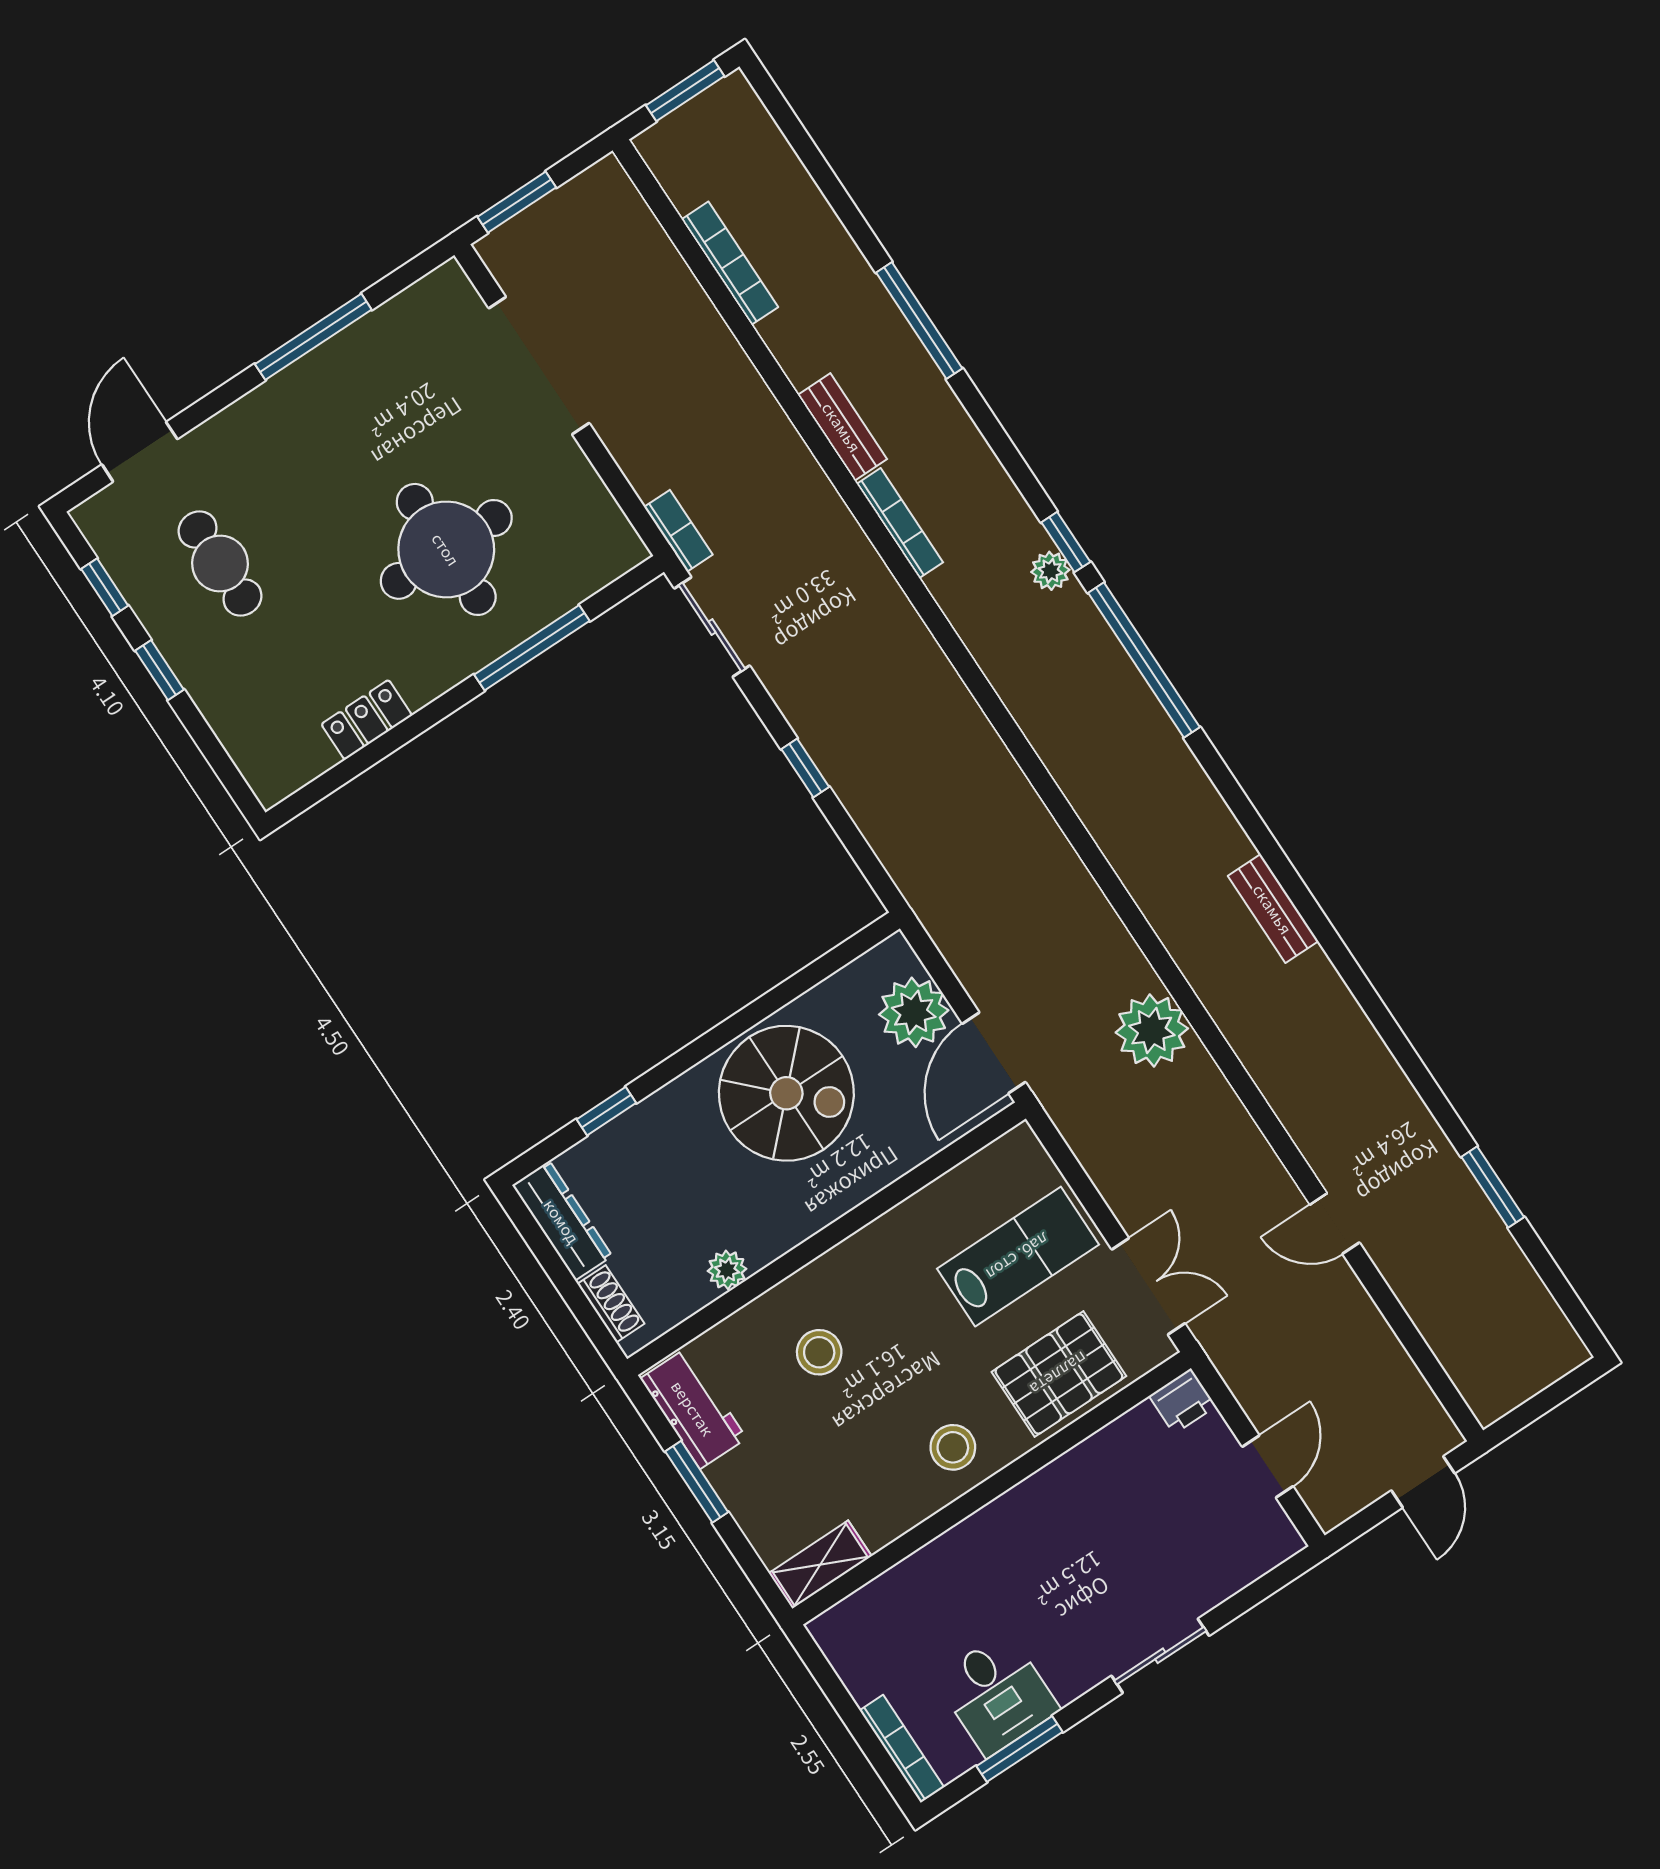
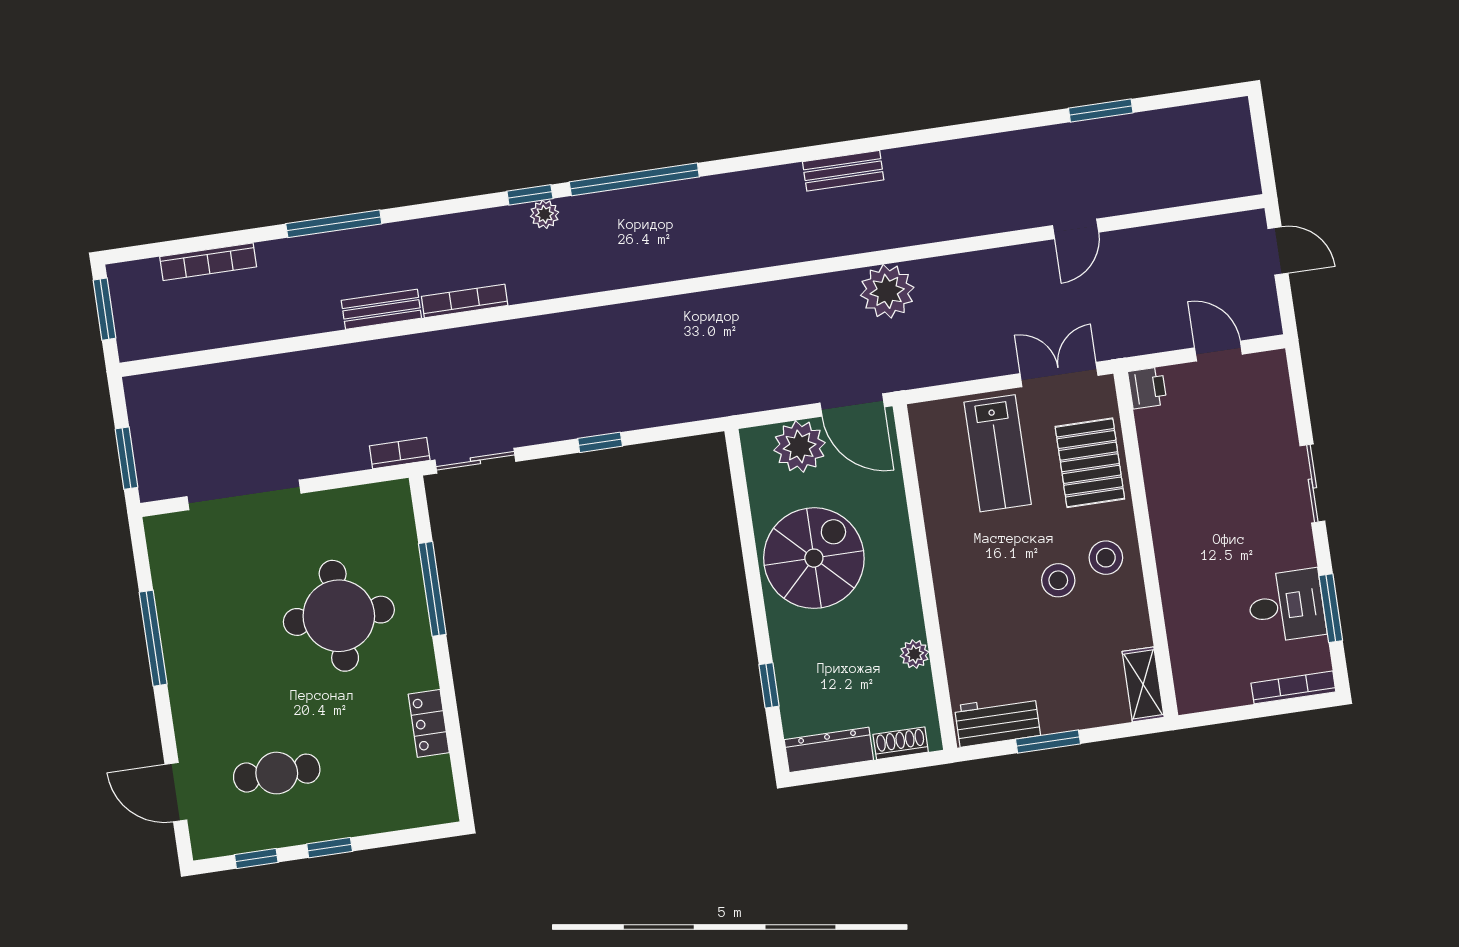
bookcase: (730, 263) -> (208, 262), moved, turned 180
lab bench: (1018, 1257) -> (998, 453), turned 180
stool: (819, 1352) -> (1058, 580), moved

